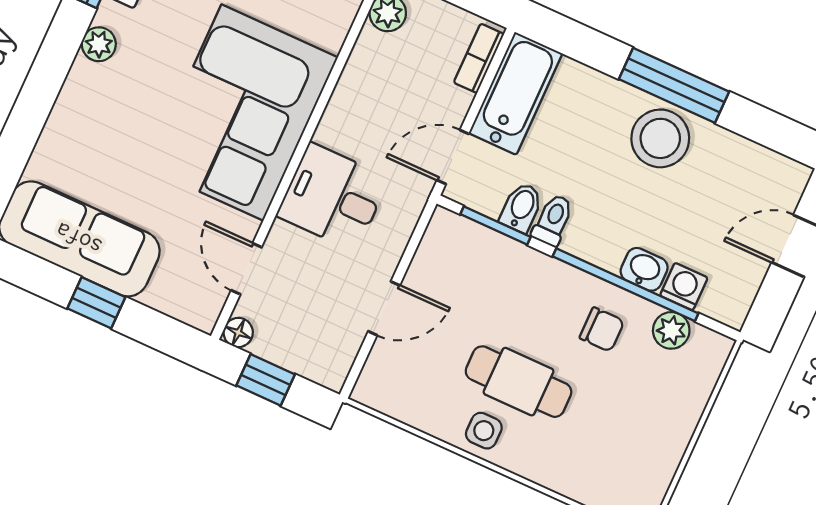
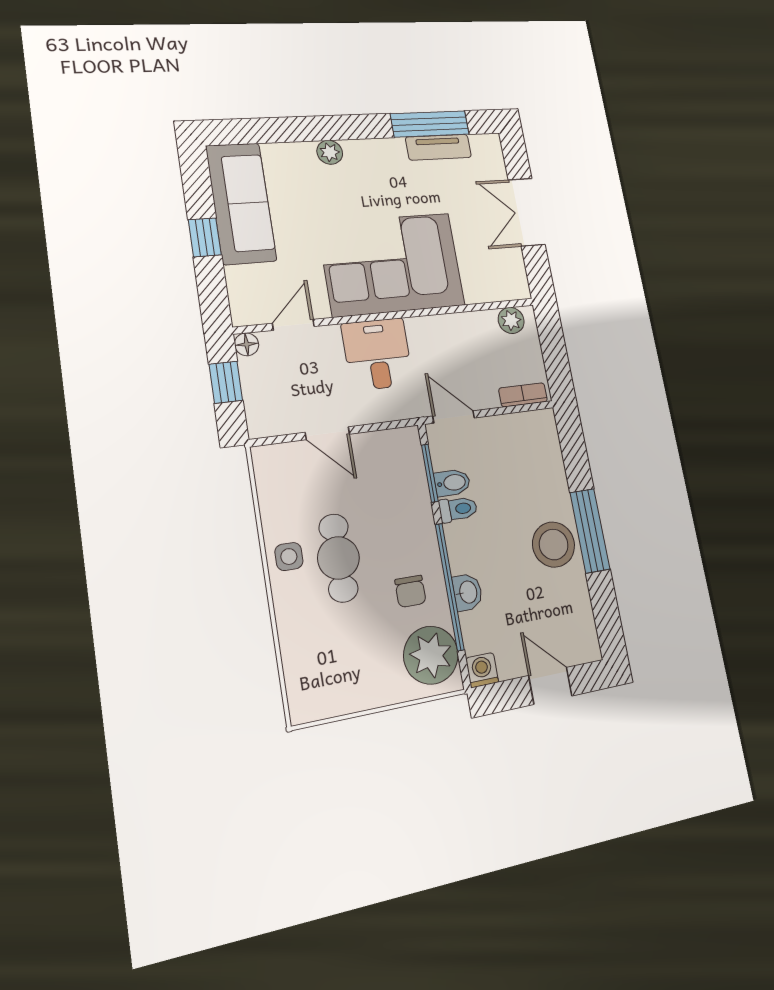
plant: (99, 44) -> (330, 152), moved
bathtub: (516, 93) -> (518, 432), removed
washing machine: (684, 287) -> (482, 670), moved, turned -90
plant: (671, 330) -> (431, 655), width x1.88, depth x1.88

